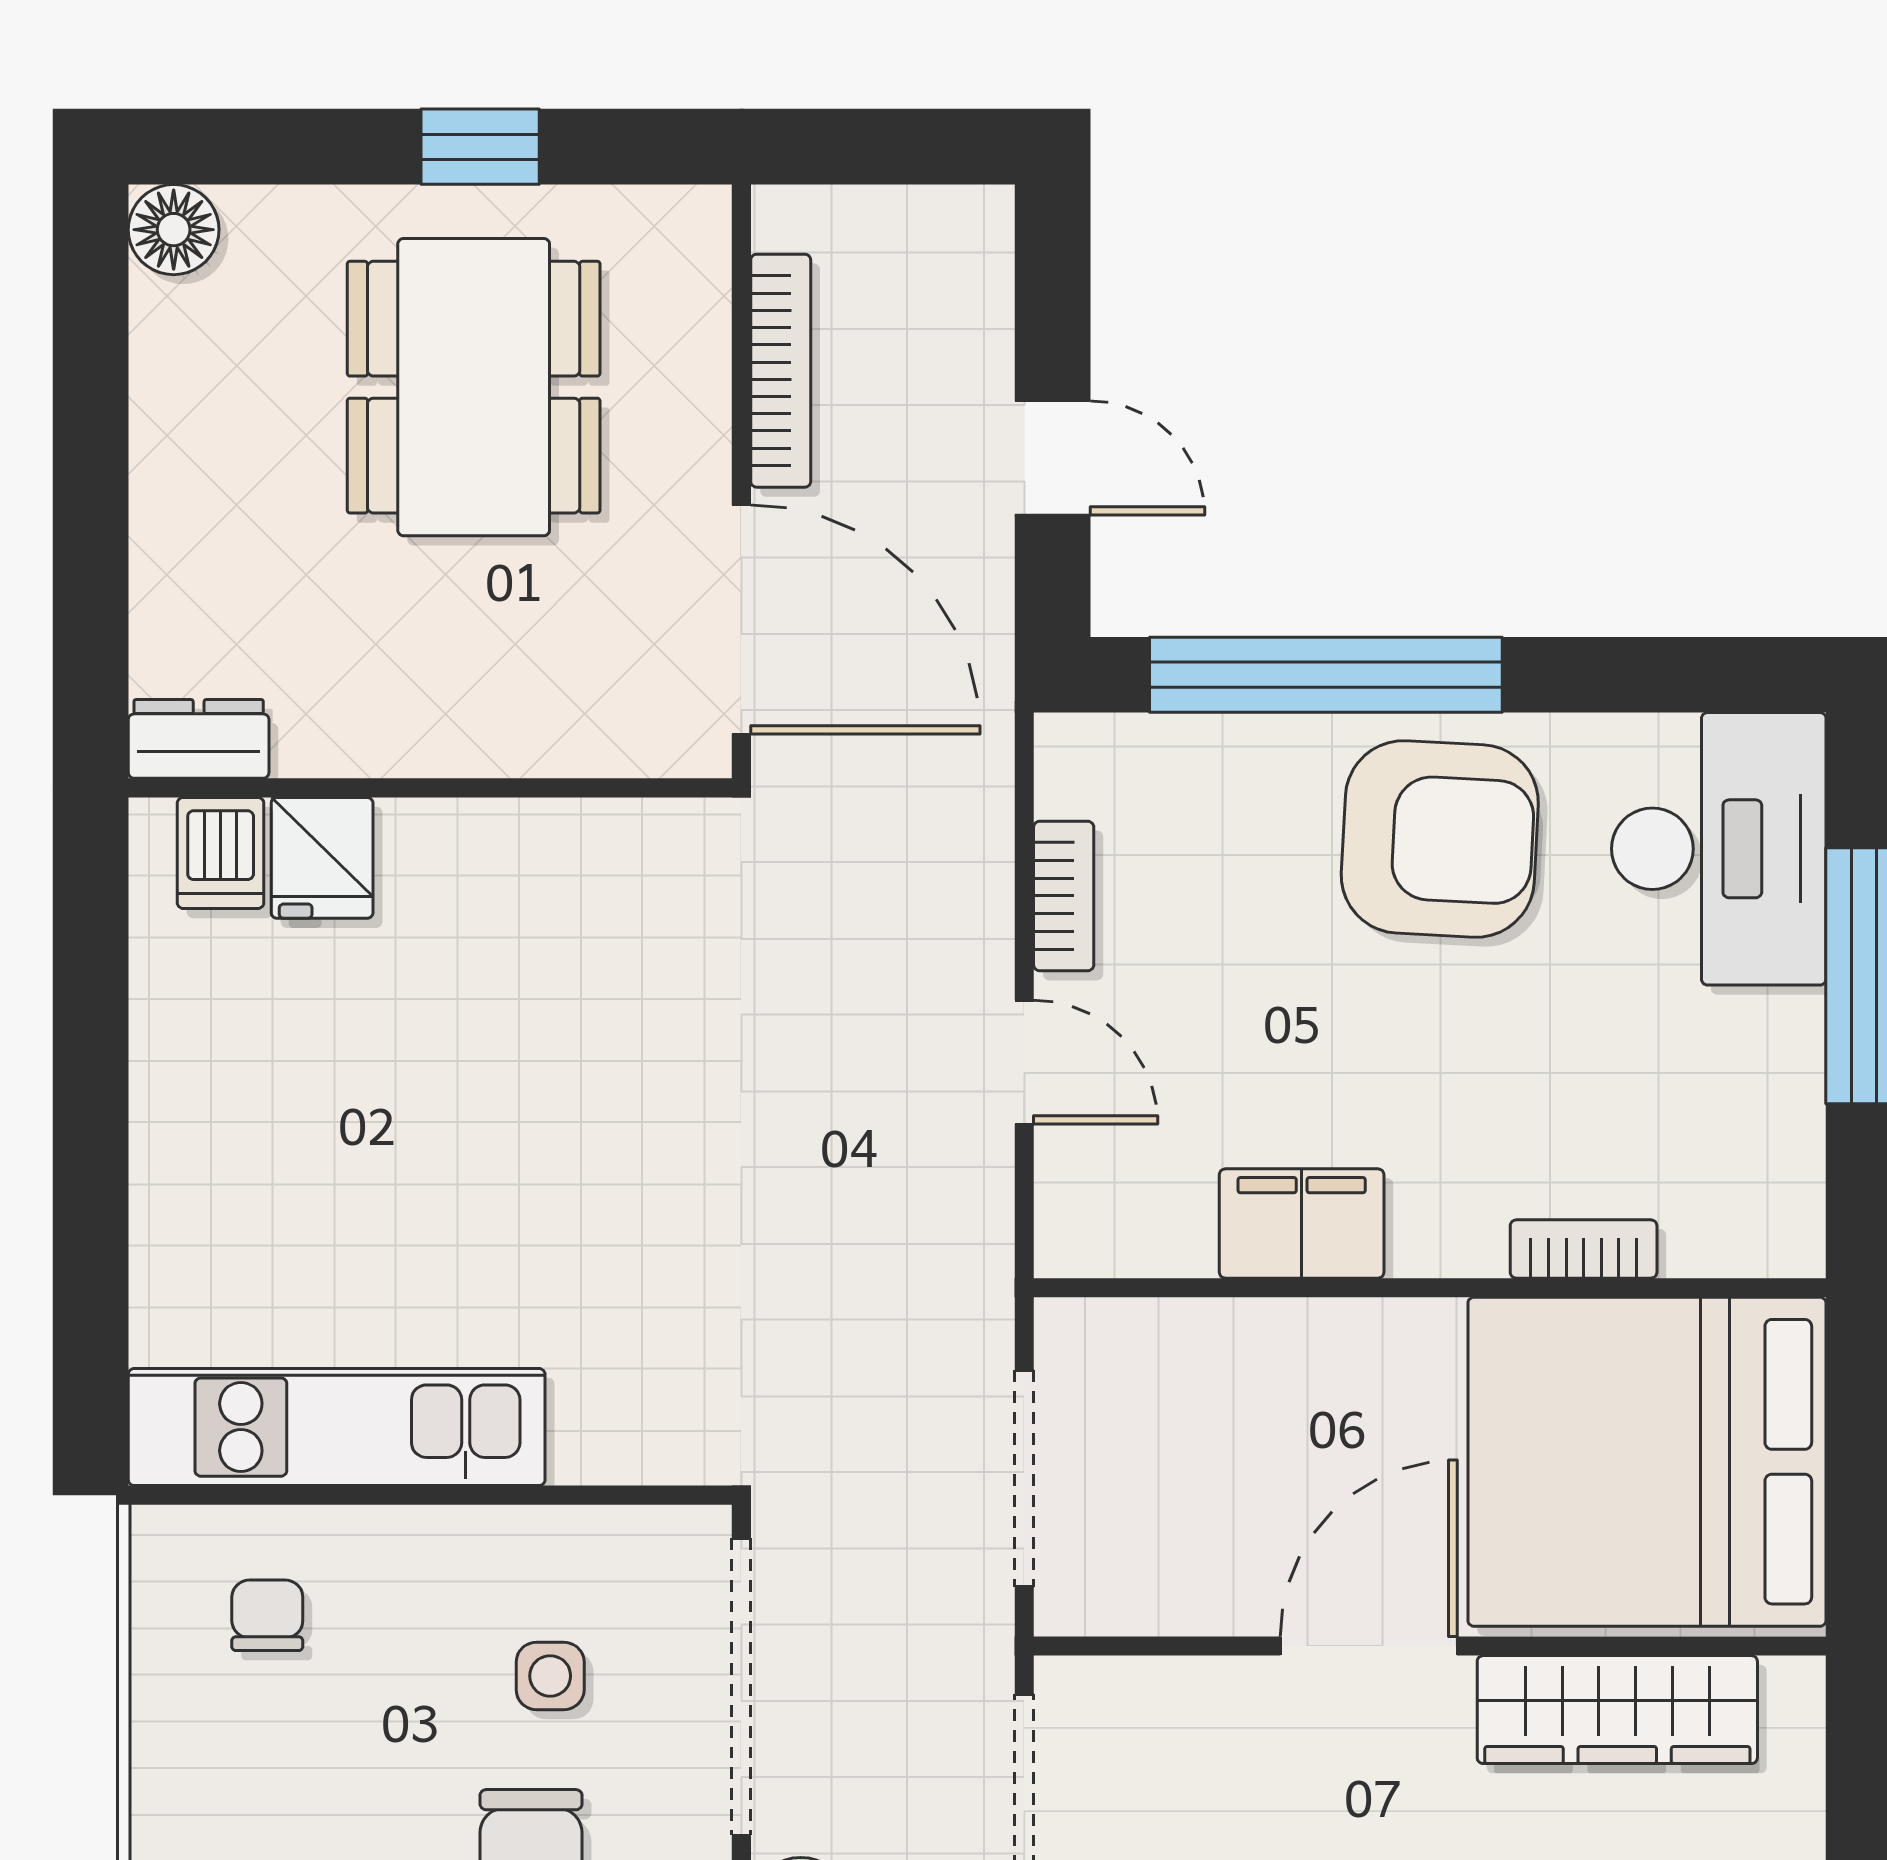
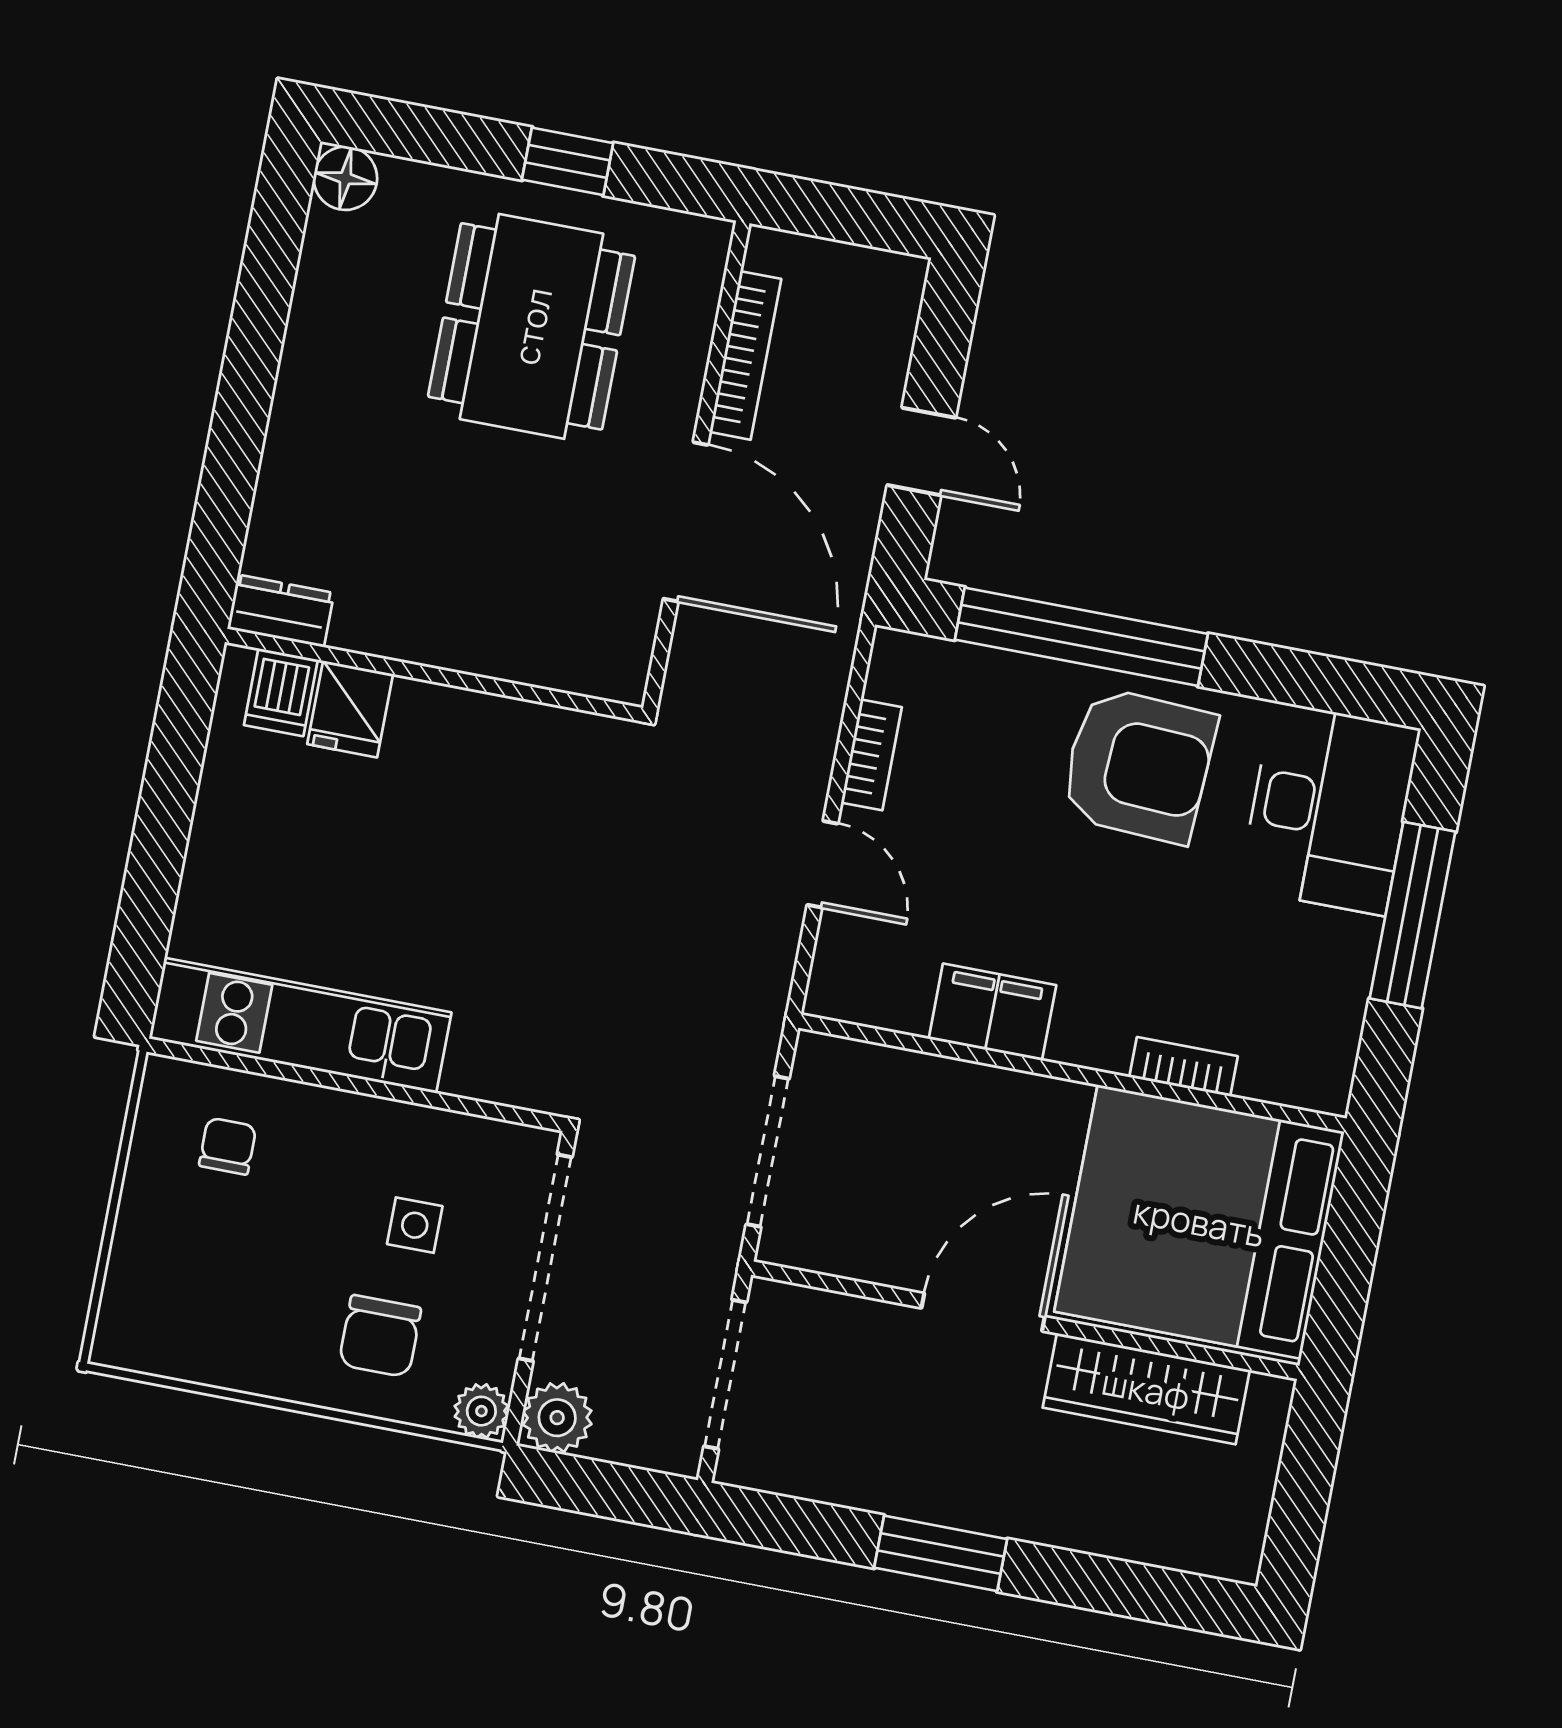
dresser: (199, 739) -> (281, 611), moved
wall: (430, 788) -> (434, 675), moved
dishwasher: (221, 853) -> (281, 692), moved
fridge: (322, 858) -> (350, 709), moved

